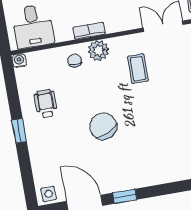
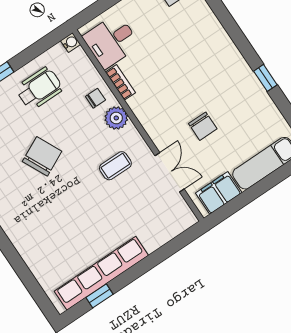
bookcase: (89, 31) -> (120, 82), moved
wheelchair: (46, 104) -> (39, 89), width x1.36, depth x1.37

